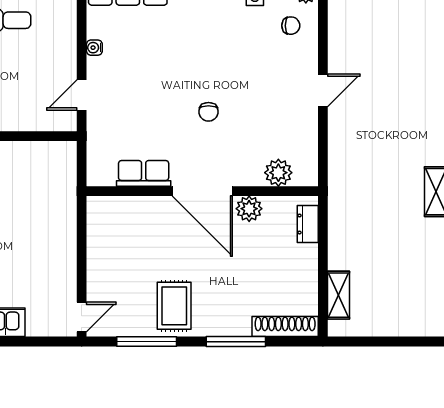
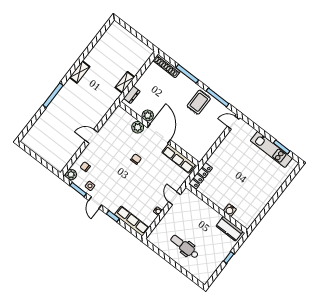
door: (82, 95) -> (175, 198), swing flipped
row of seats: (144, 173) -> (179, 159), width x1.48
plant: (278, 173) -> (138, 127), moved
locker: (66, 174) -> (201, 176), added
shelving: (338, 295) -> (125, 82), moved

